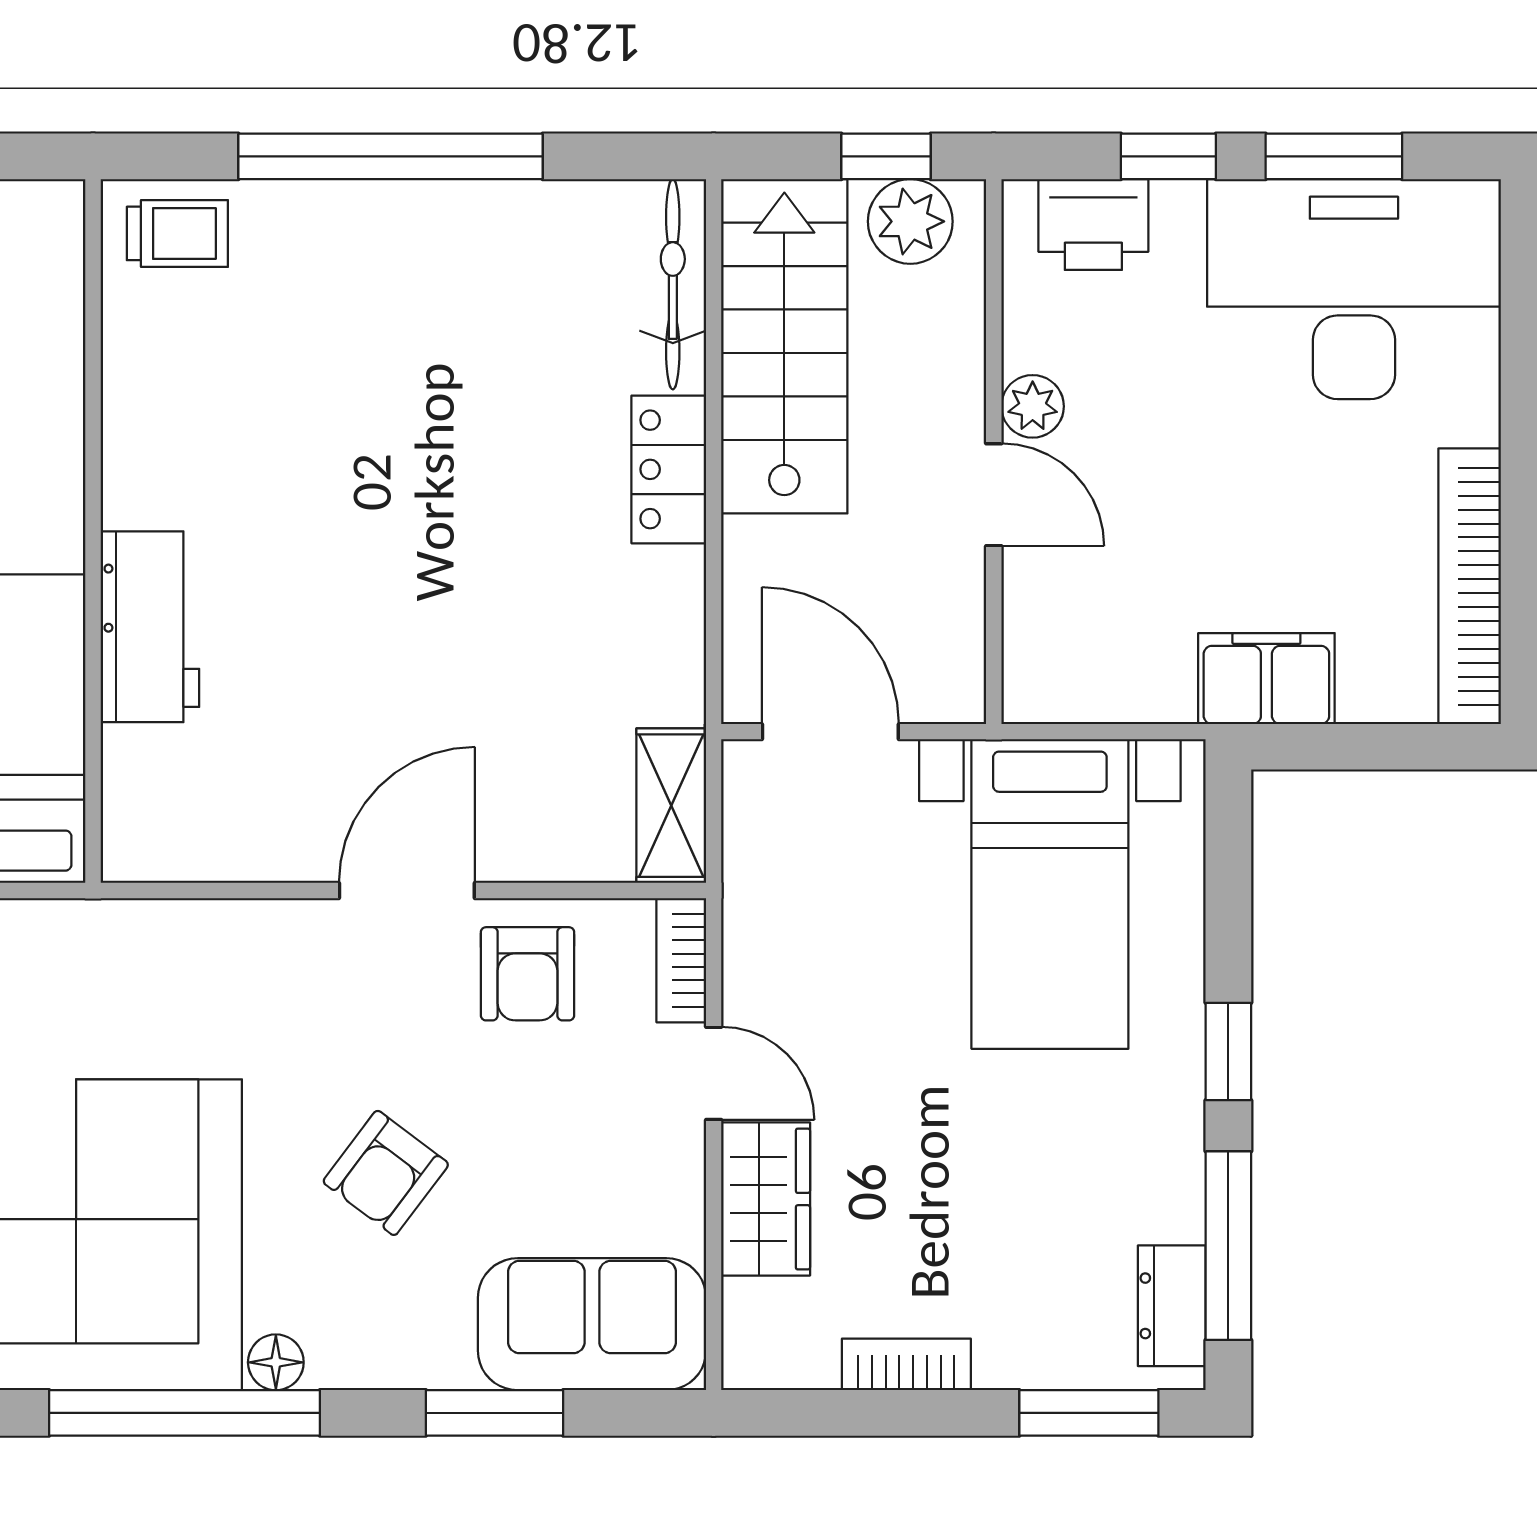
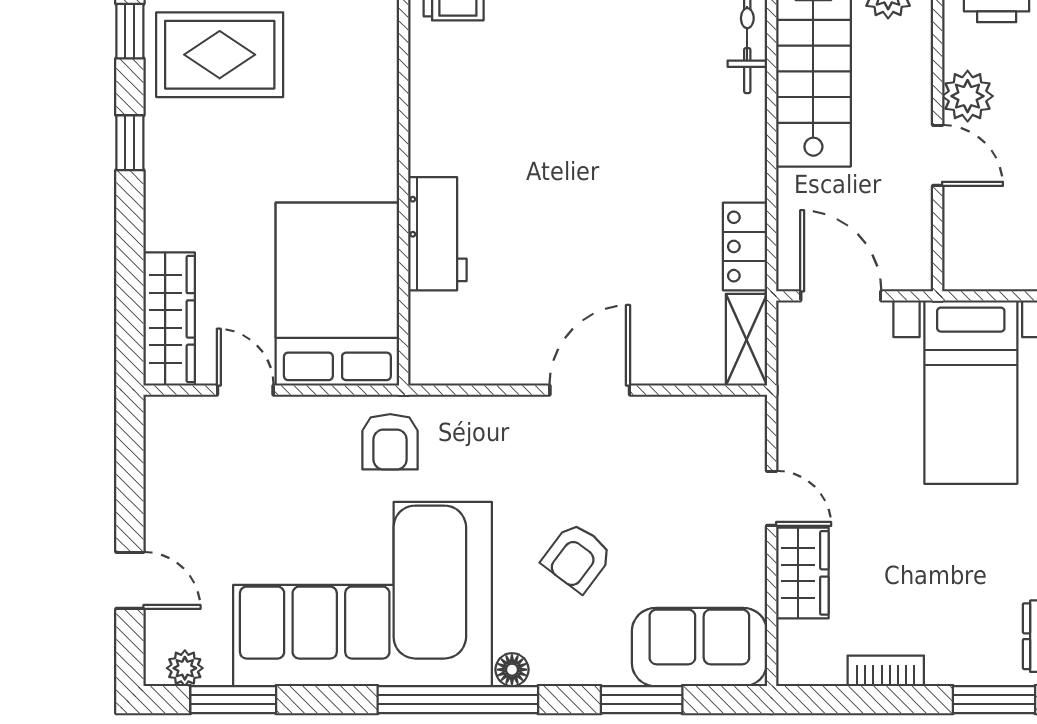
plant: (1033, 406) -> (968, 96), width x1.38, depth x1.38
locker: (669, 469) -> (745, 246), moved
bookcase: (681, 960) -> (752, 431), removed
armchair: (527, 974) -> (390, 442), moved

